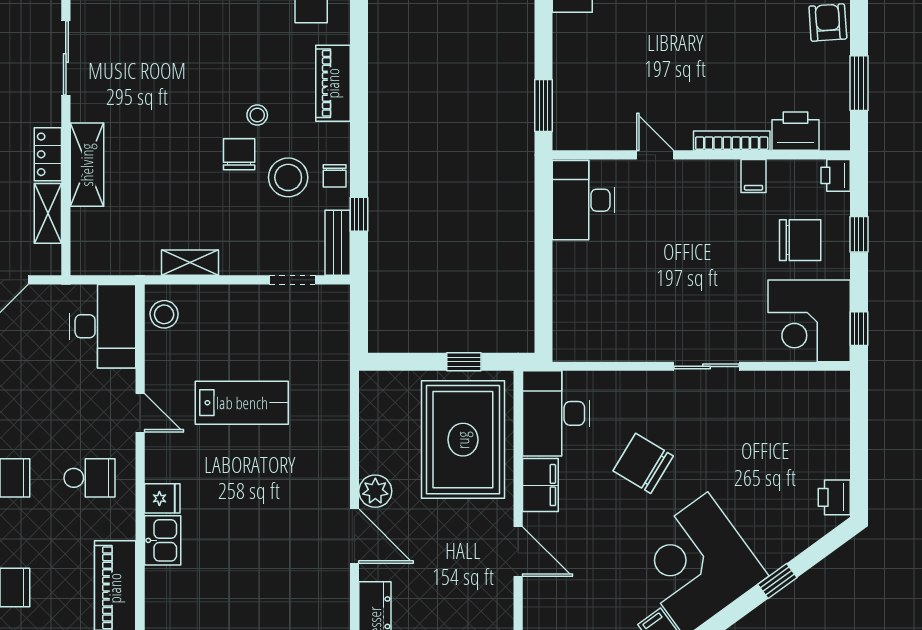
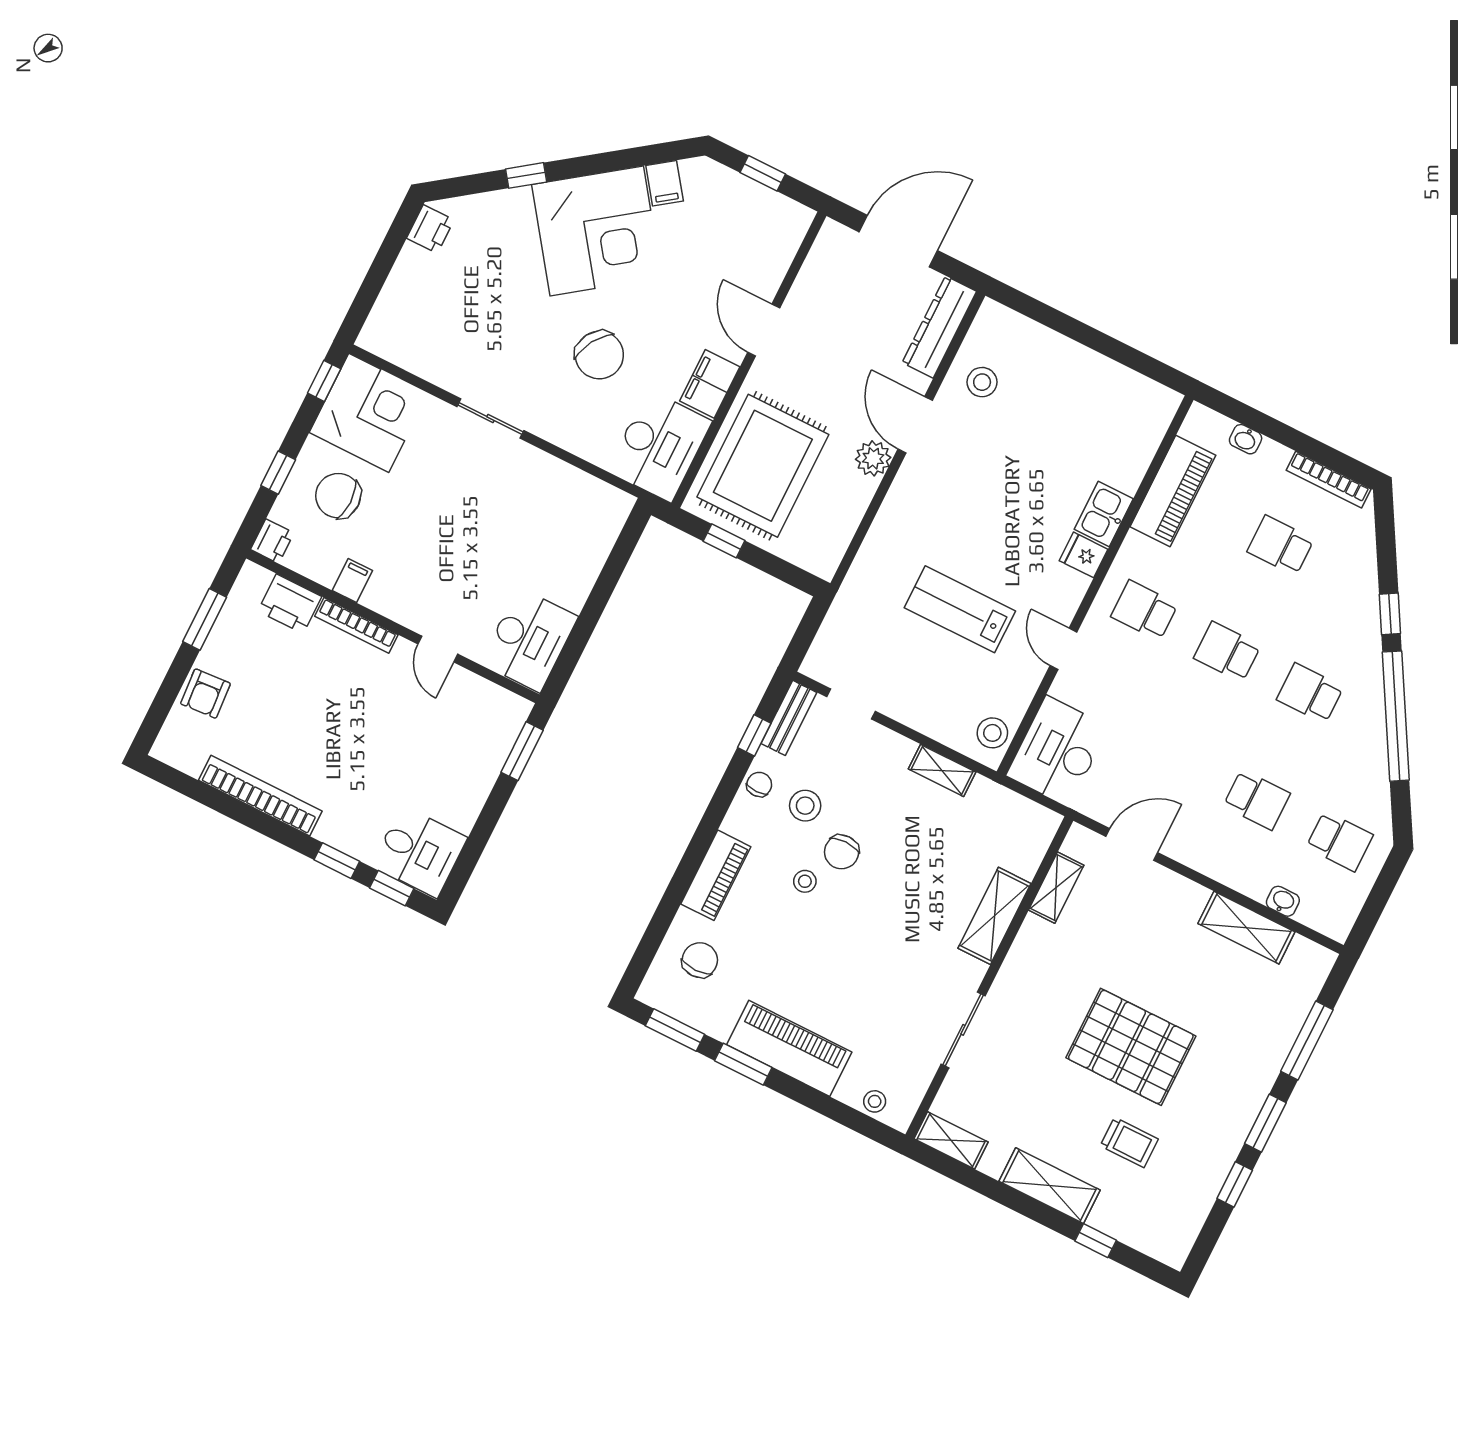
locker: (48, 154) -> (1027, 945), removed
stool: (288, 177) -> (805, 806), width x0.73, depth x0.73
stool: (317, 599) -> (982, 382), added

